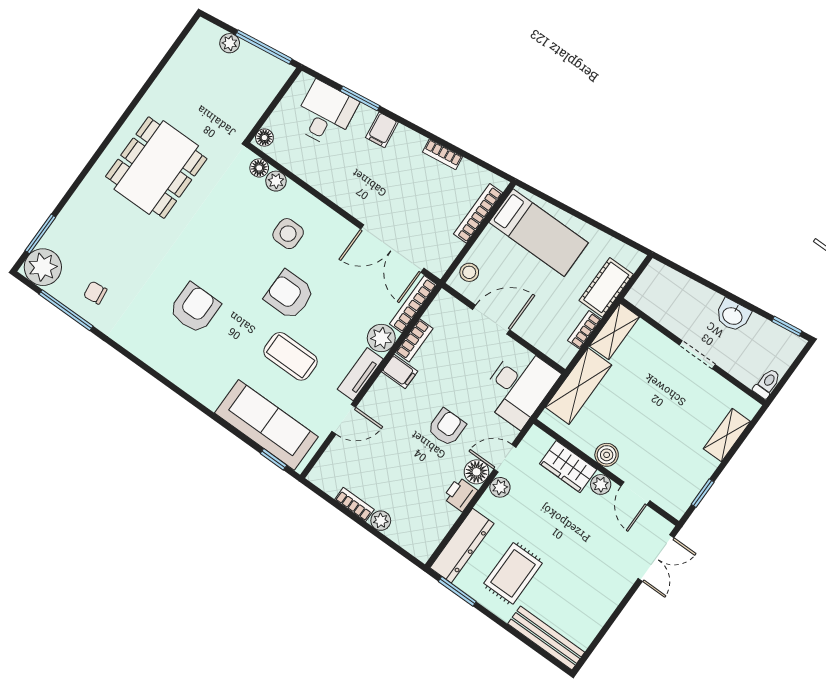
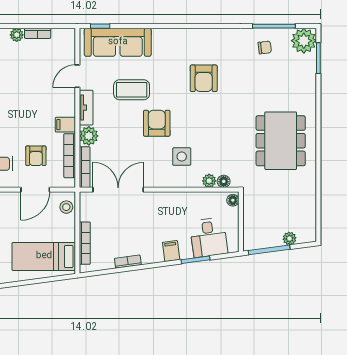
armchair: (289, 295) -> (157, 123), turned -90
bookcase: (414, 340) -> (70, 156), width x1.56
armchair: (447, 427) -> (36, 156), moved

